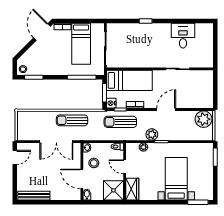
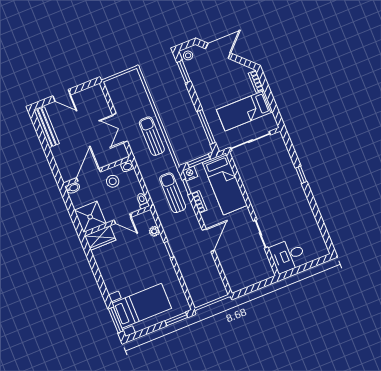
door: (42, 32) -> (218, 51), moved
desk: (183, 36) -> (288, 256), moved, turned 180
door: (166, 110) -> (208, 240), hinge flipped
plant: (204, 119) -> (215, 288), removed
plant: (152, 134) -> (173, 235), removed
double door: (56, 142) -> (120, 128), width x0.73
door: (15, 157) -> (62, 95), moved
door: (125, 167) -> (123, 219), swing flipped
bed with nightstands: (176, 179) -> (142, 306), moved

